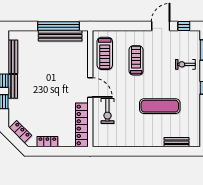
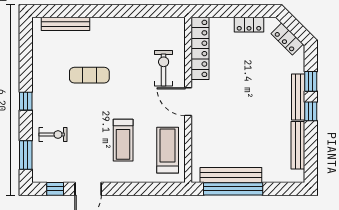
bench: (13, 86) -> (298, 97), width x1.36
exercise mat: (160, 106) -> (89, 75), width x0.73, depth x0.69
bench: (177, 142) -> (65, 24), width x1.36

